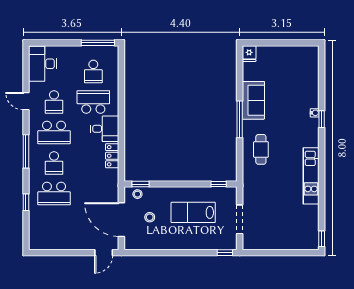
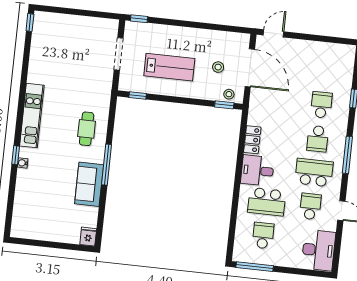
school desk: (54, 163) -> (318, 139), turned 180
kitchen unit: (311, 176) -> (32, 116), moved
school desk: (54, 194) -> (321, 105), width x0.54

